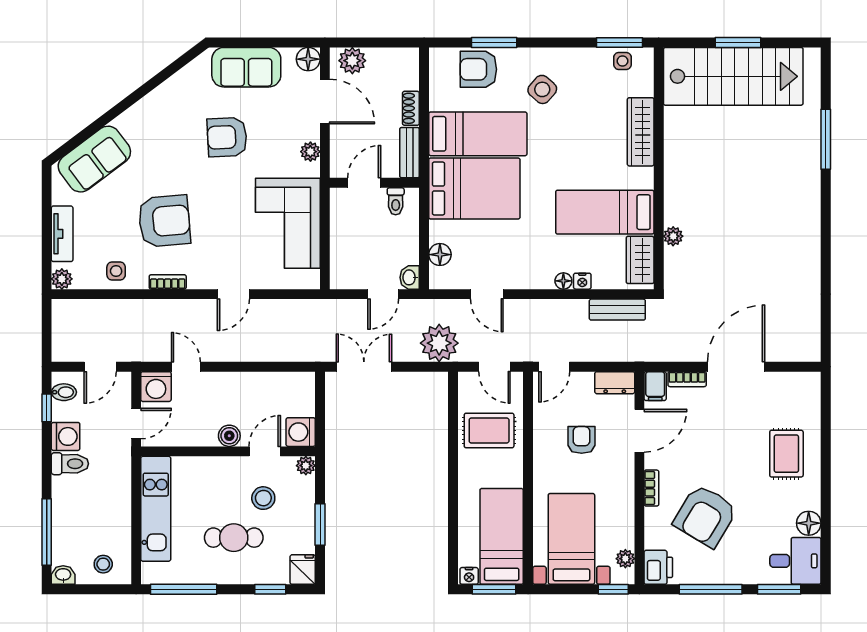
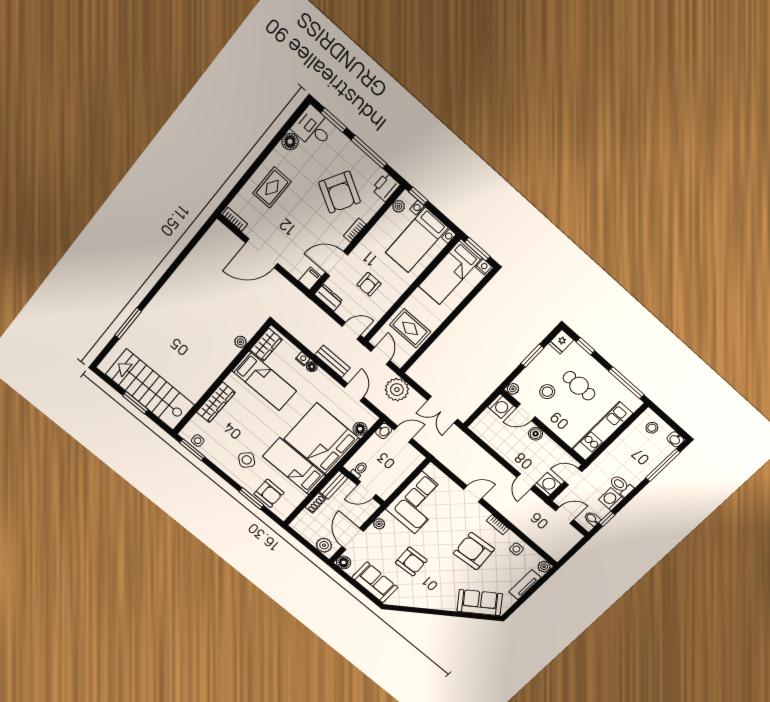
bed: (474, 189) -> (322, 439), width x1.36
bench: (617, 310) -> (332, 361), moved
bookcase: (687, 379) -> (235, 219), moved
armchair: (705, 516) -> (340, 192), turned 88

